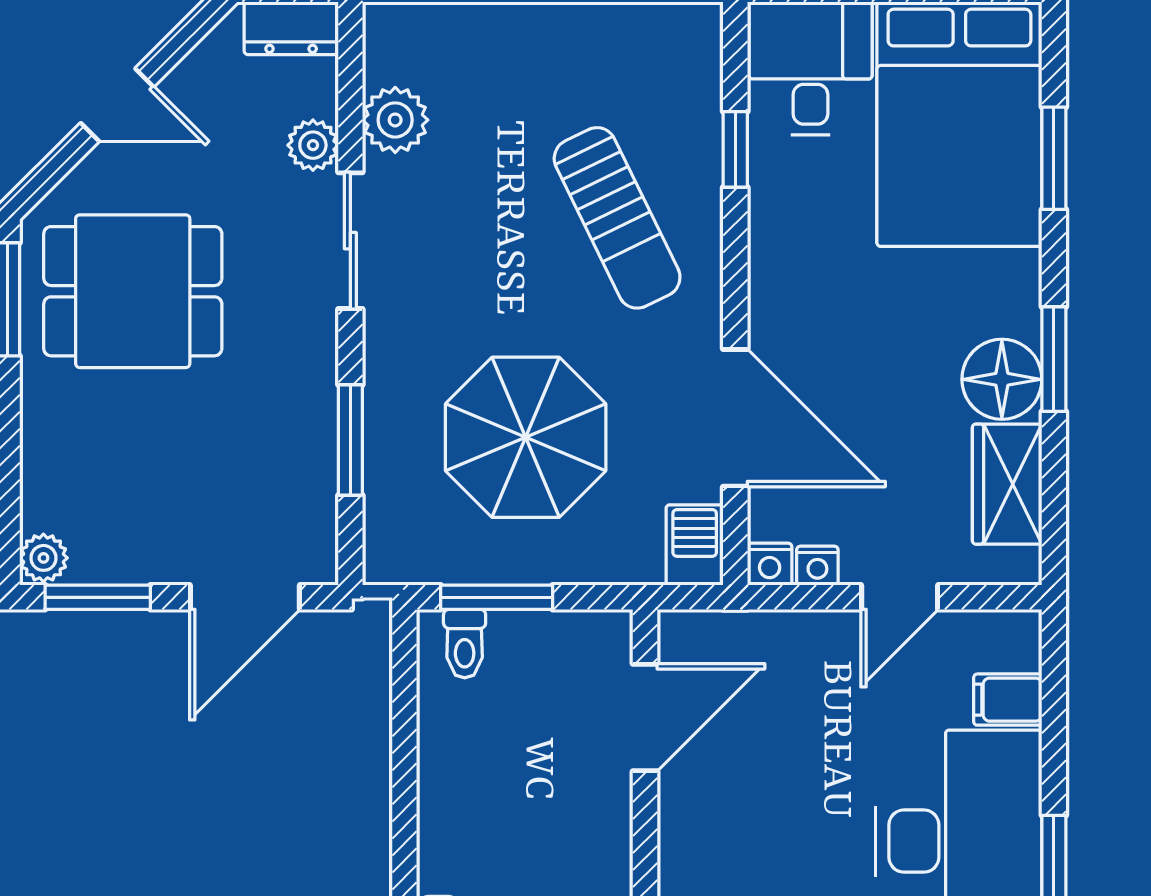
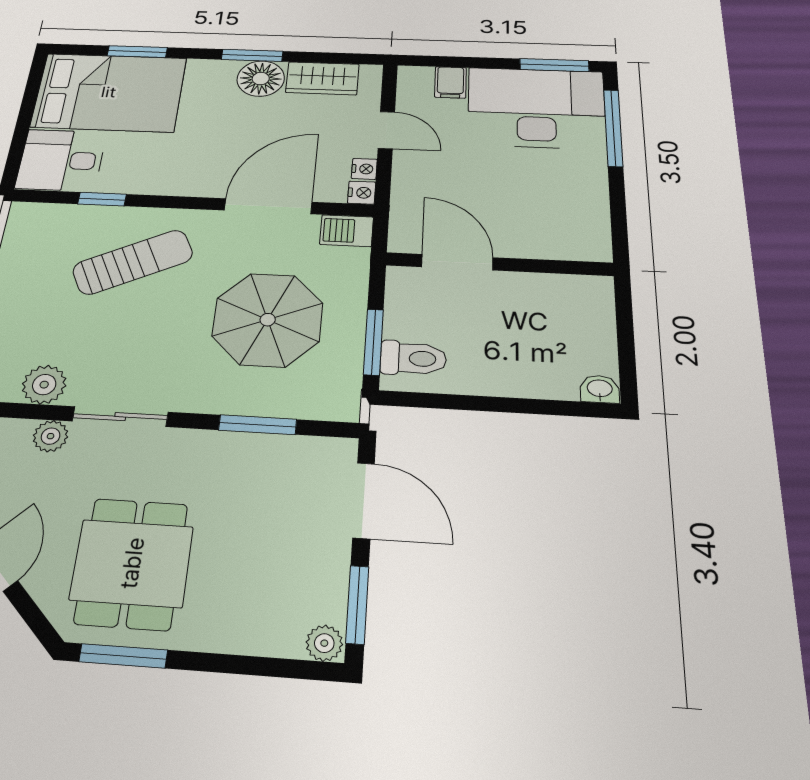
toilet: (465, 644) -> (413, 358), width x1.37, depth x1.39

